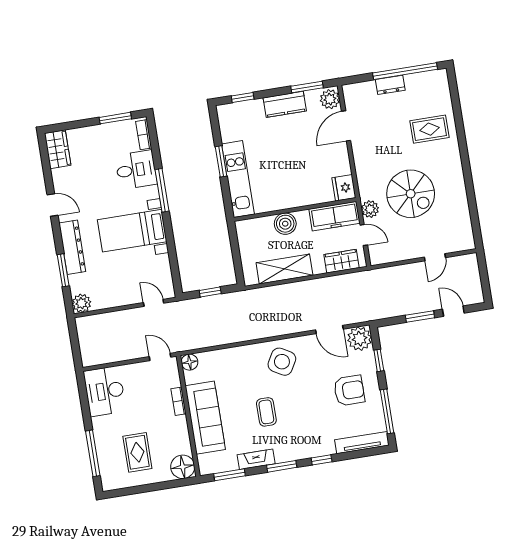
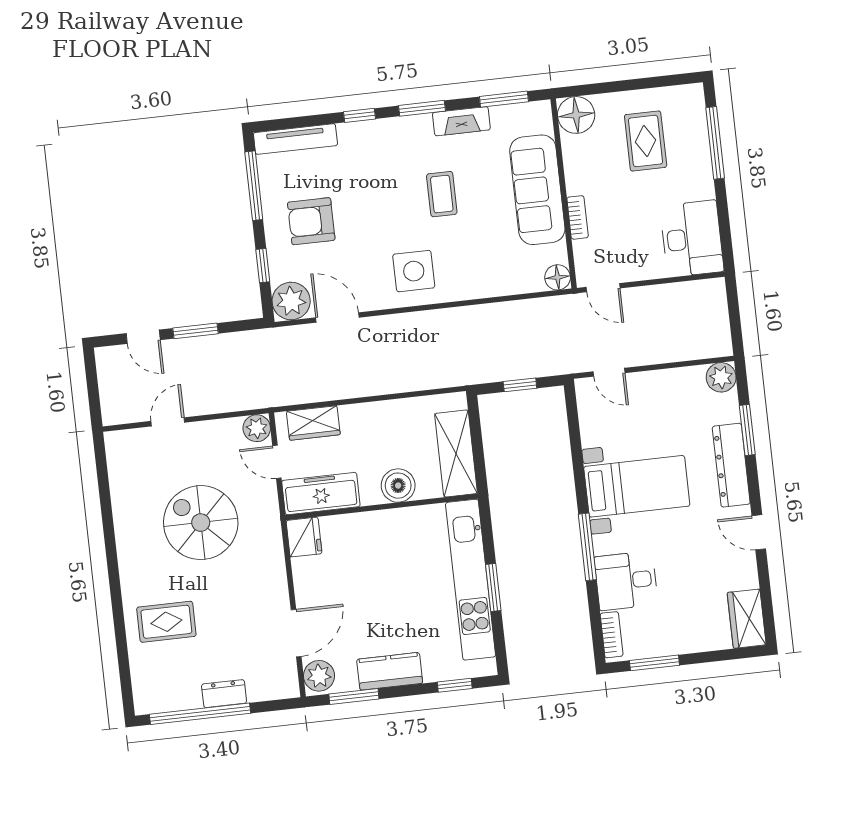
kitchen unit: (238, 179) -> (471, 580), width x1.36
plant: (370, 209) -> (257, 428), moved
shelving: (284, 269) -> (456, 453), moved, turned 90
side table: (282, 362) -> (414, 271), turned -30

